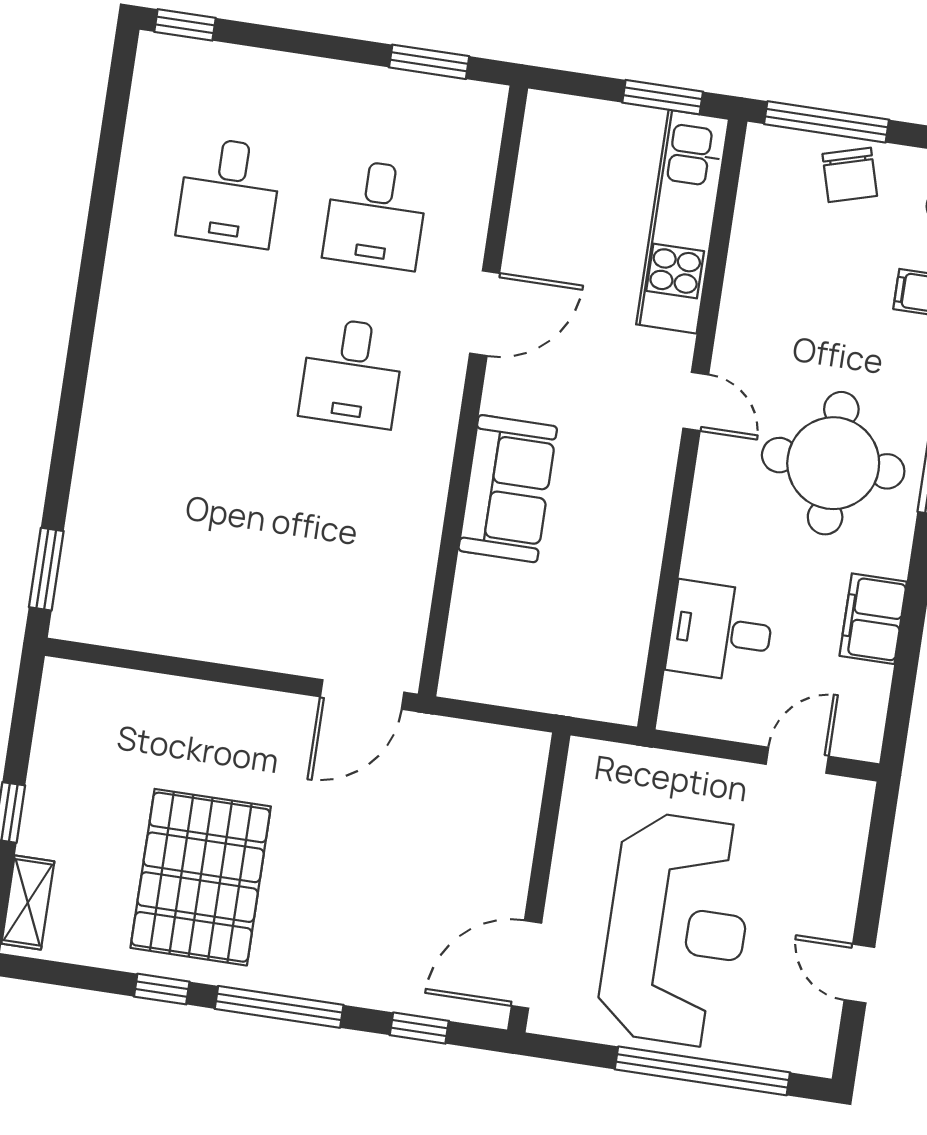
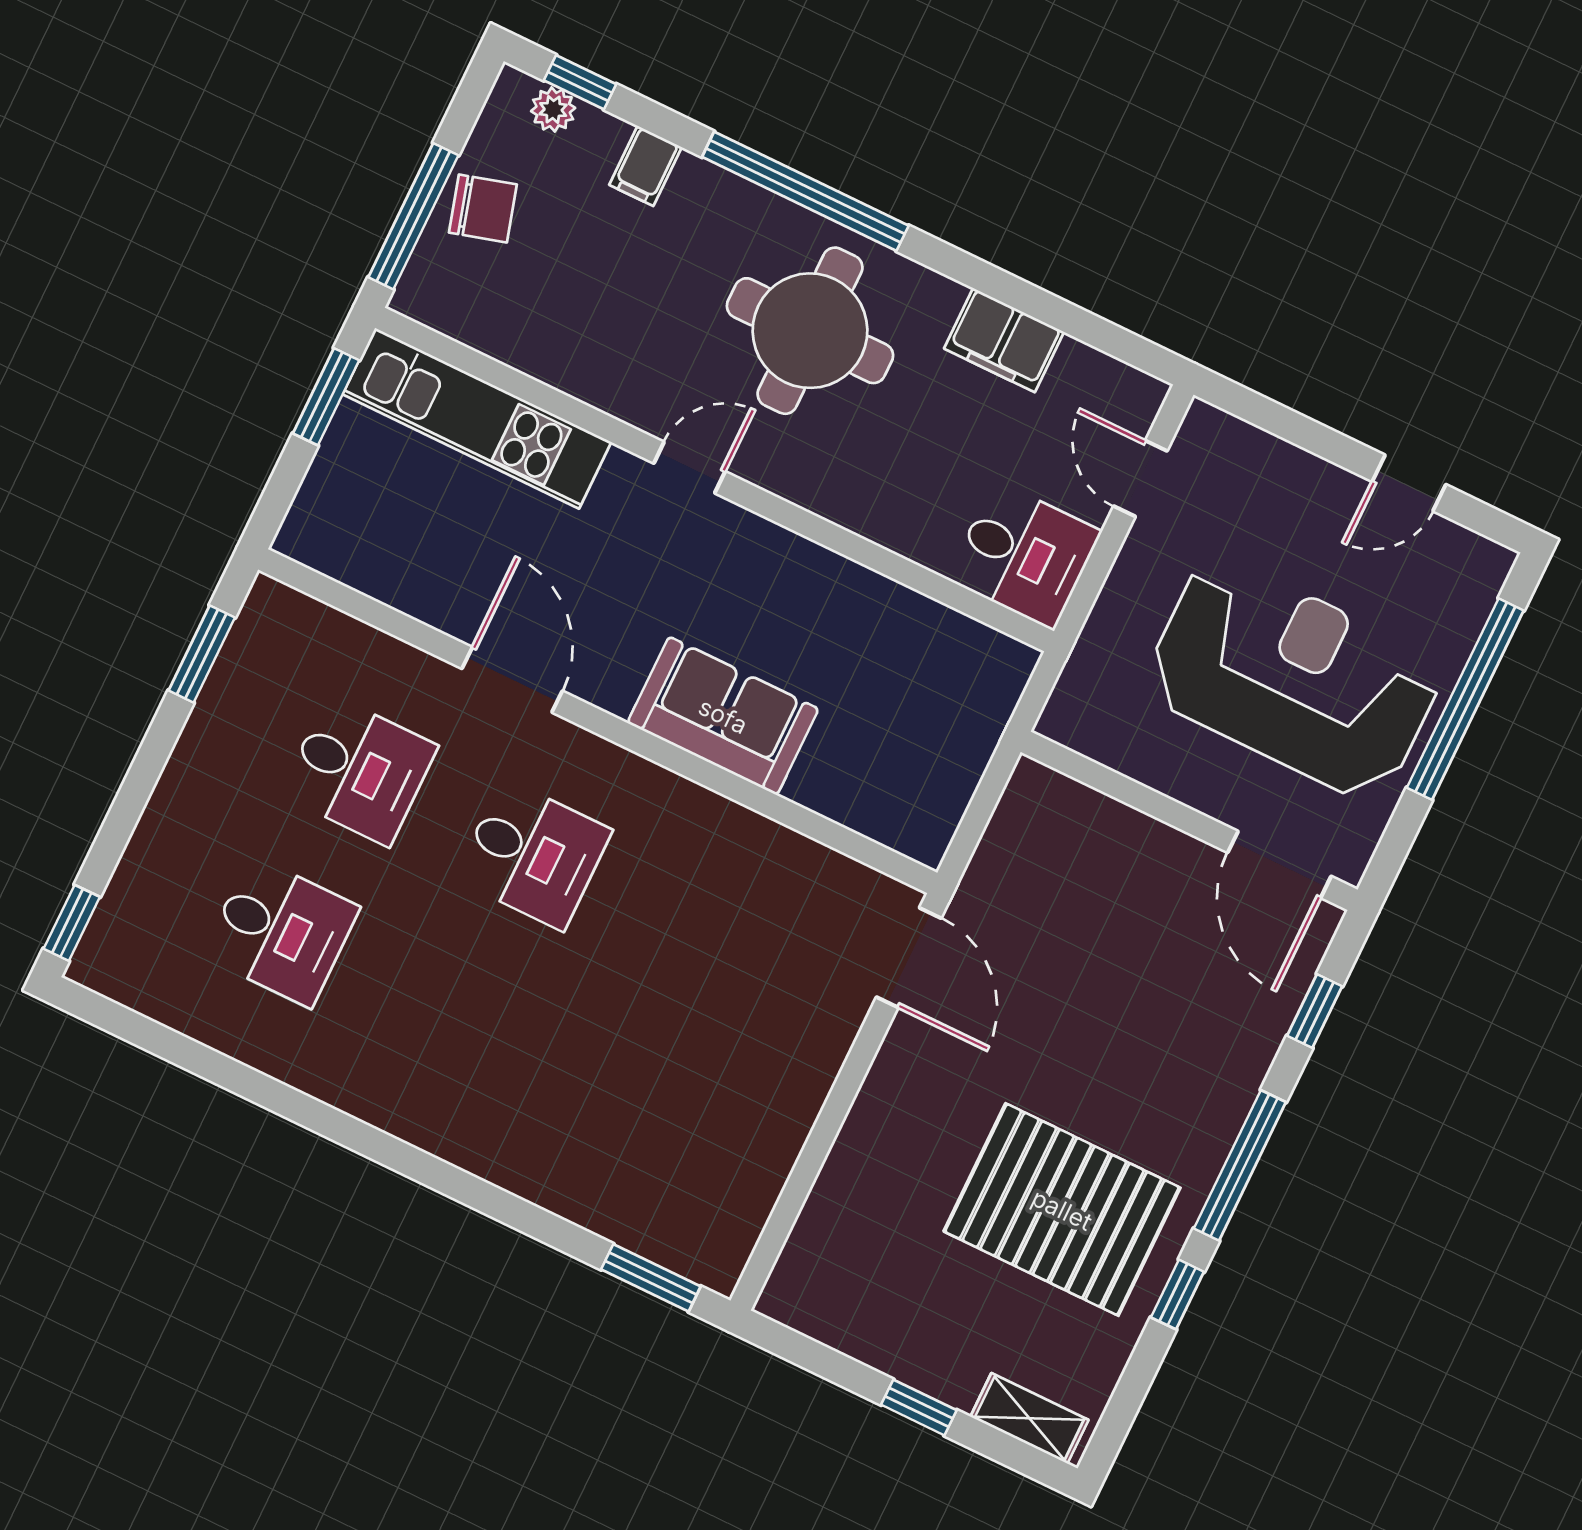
desk: (720, 632) -> (1024, 555), moved, turned -90

